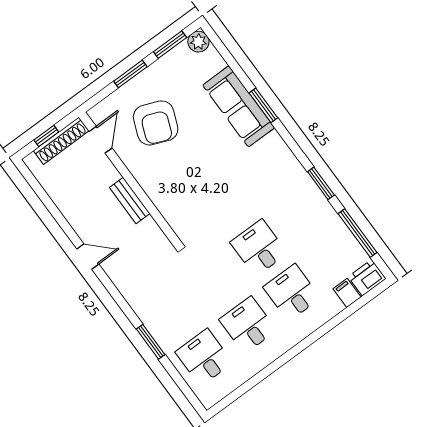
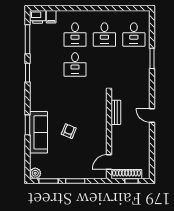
armchair: (156, 123) -> (69, 131), moved, width x0.53, depth x0.53
bench: (130, 200) -> (116, 112), moved

